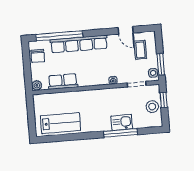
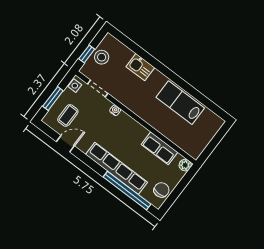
door: (126, 30) -> (65, 144), hinge flipped
window: (161, 64) -> (53, 98), moved
lab bench: (60, 123) -> (180, 103), moved
window: (121, 133) -> (149, 59), removed

